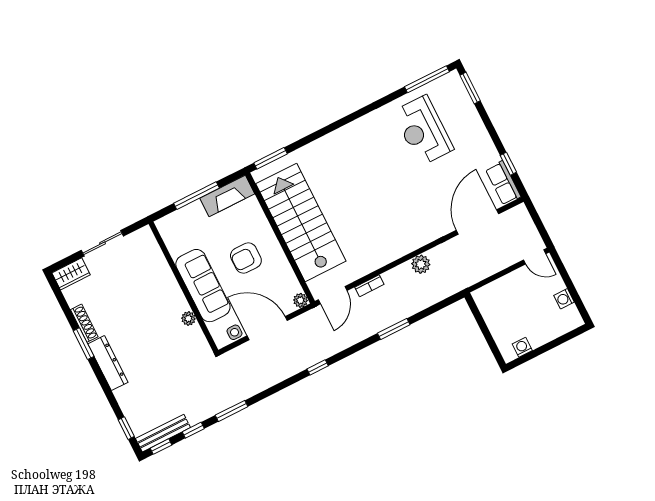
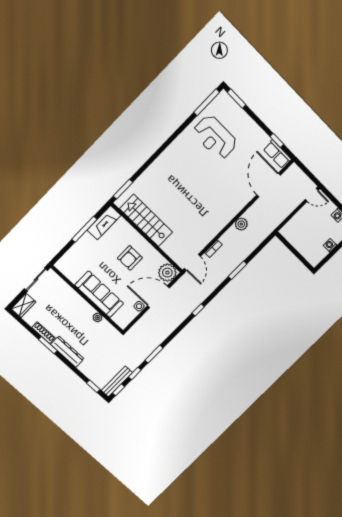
stairs: (301, 222) -> (146, 220), width x0.73, depth x0.66
sofa: (203, 286) -> (99, 294), moved
wall: (183, 287) -> (87, 299), moved
plant: (300, 300) -> (167, 273), width x1.87, depth x1.87
plant: (188, 318) -> (98, 317), moved
washing machine: (522, 347) -> (330, 245), moved

